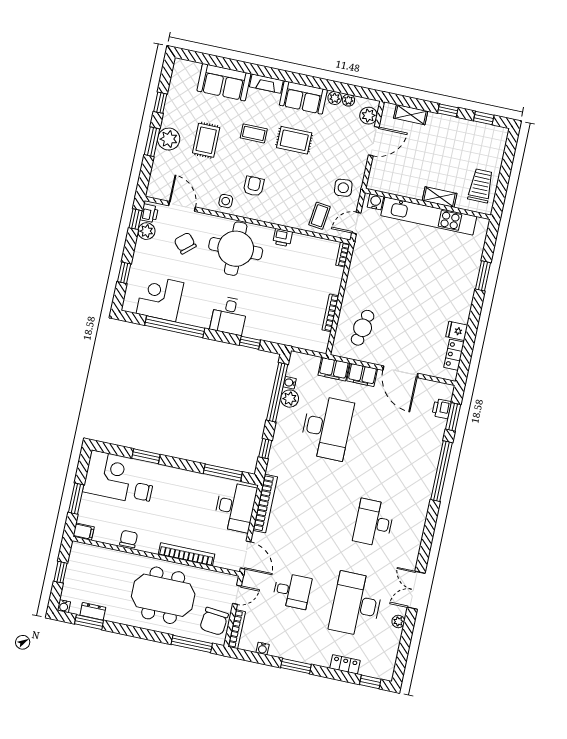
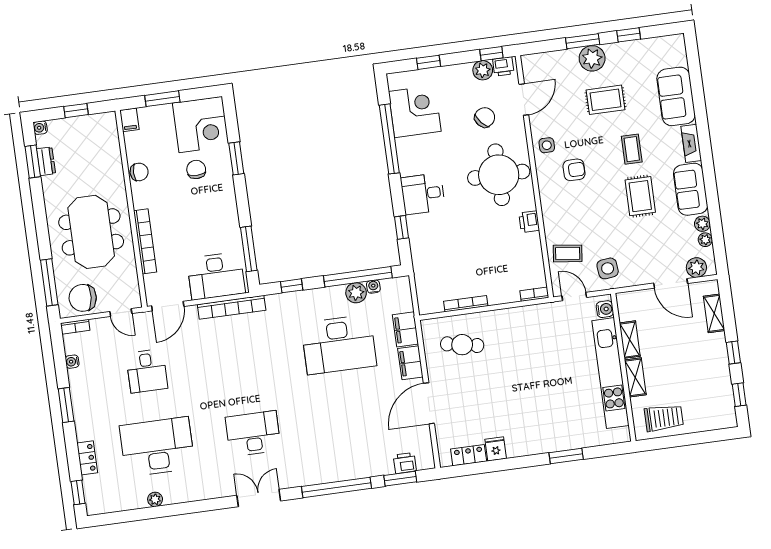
shelving: (407, 191) -> (630, 340), added
double door: (416, 590) -> (259, 498), moved
bookcase: (237, 629) -> (75, 327), width x0.64

